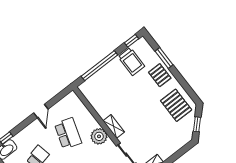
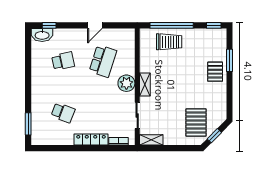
trolley: (131, 62) -> (169, 42), moved, turned -90
pallet: (176, 105) -> (196, 123), moved

